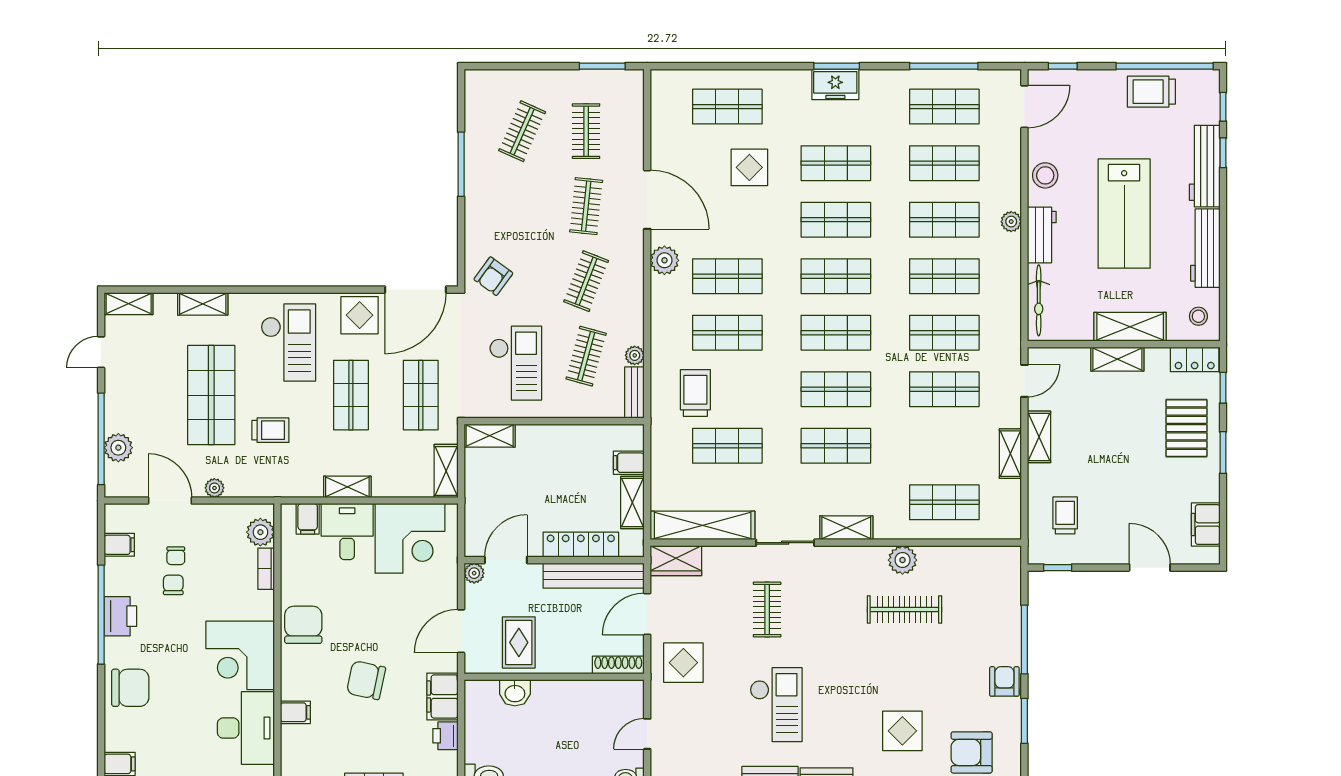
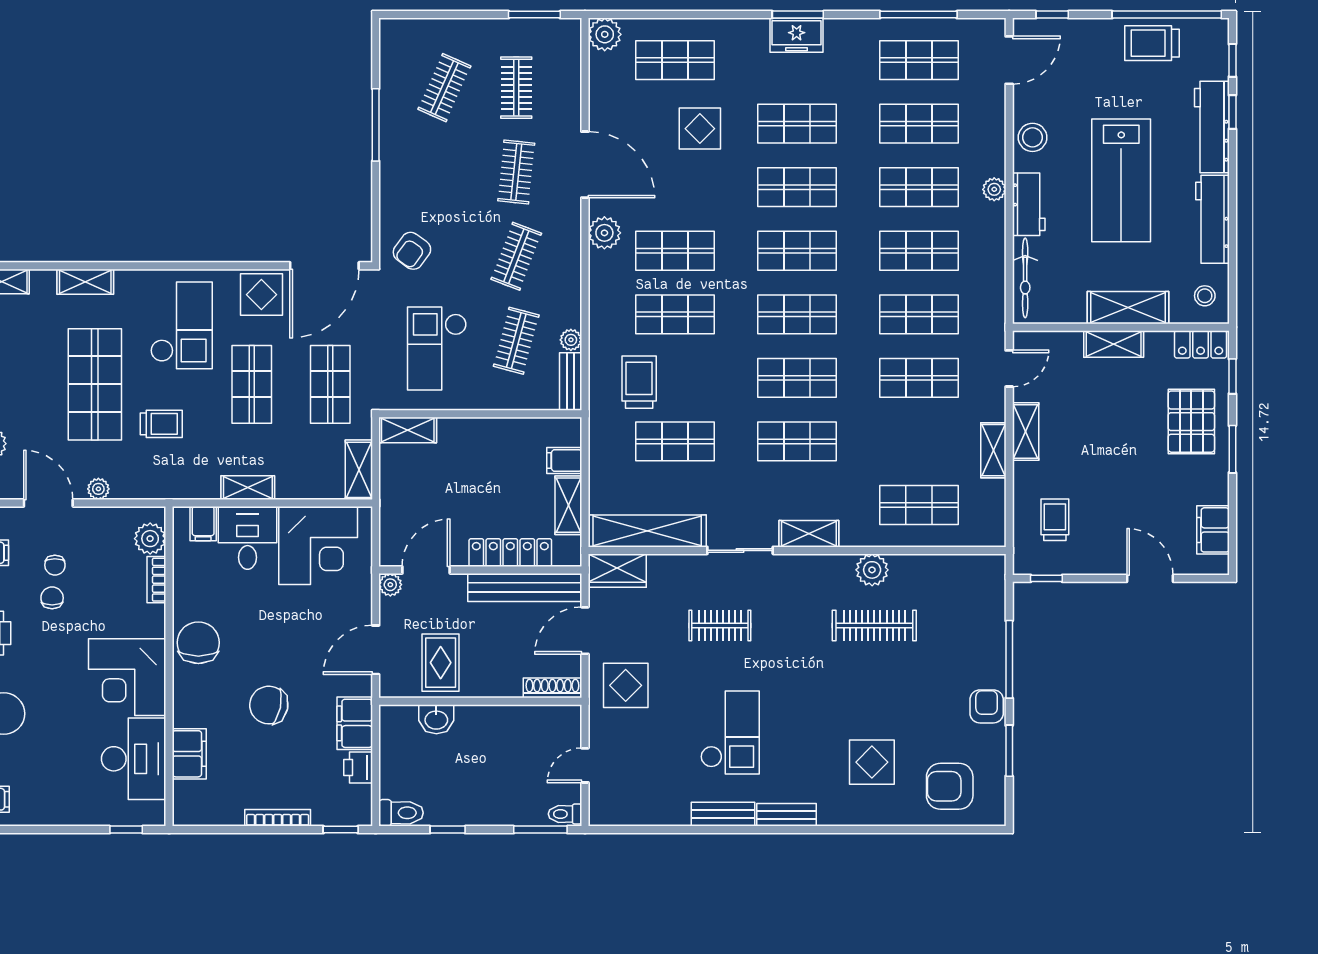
plant: (665, 84) -> (605, 34), added
checkout: (516, 363) -> (437, 349), turned 180
clothes rail: (767, 609) -> (720, 626), turned 90
filing cabinet: (295, 712) -> (189, 754), width x2.00

